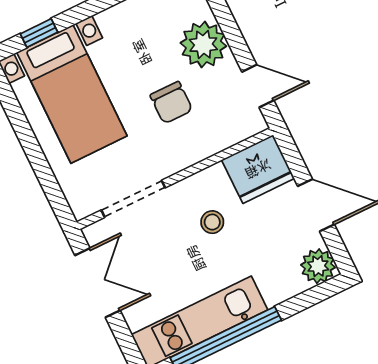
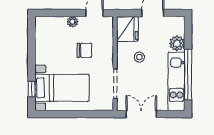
plant: (203, 45) -> (72, 22), width x0.53, depth x0.53
plant: (318, 266) -> (177, 43), moved

